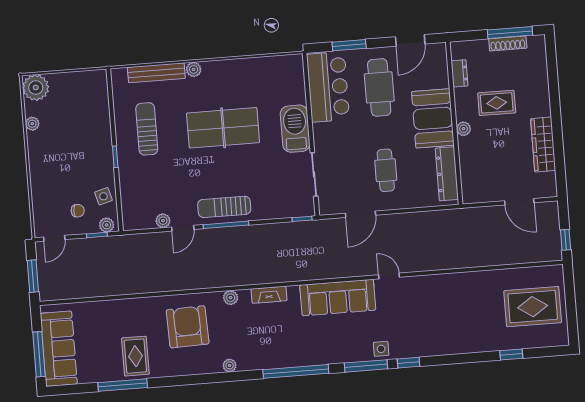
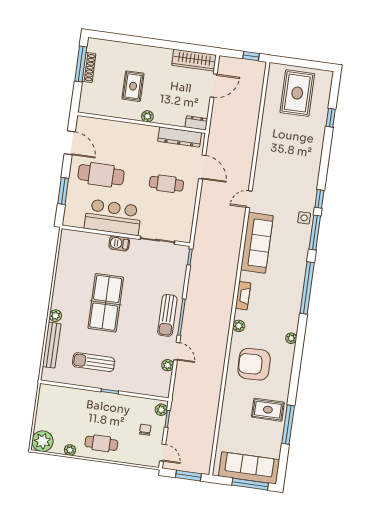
dresser: (459, 73) -> (196, 123), moved
bar counter: (328, 87) -> (113, 217), moved
booth: (433, 118) -> (134, 138), removed
barbecue: (295, 129) -> (119, 243), width x0.53, depth x0.65
wardrobe: (543, 145) -> (194, 60), moved
cafe table: (49, 160) -> (101, 443), added
side table: (103, 196) -> (138, 407), removed
door: (360, 214) -> (202, 167), moved

